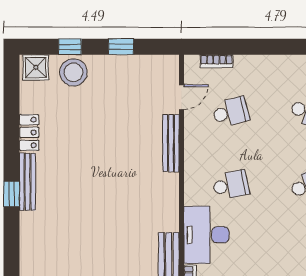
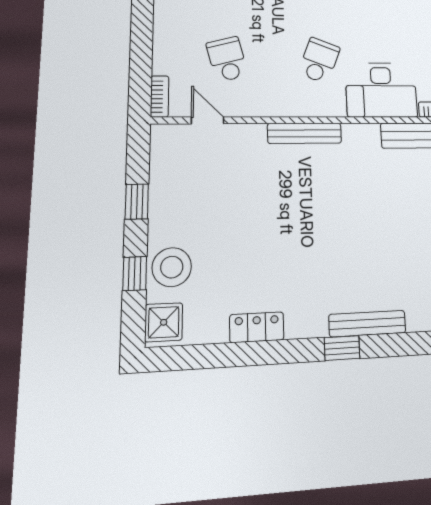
bookcase: (216, 61) -> (160, 96), moved
bench: (171, 143) -> (305, 133), moved
bench: (27, 182) -> (367, 324), moved
school desk: (231, 185) -> (319, 60), turned 33

